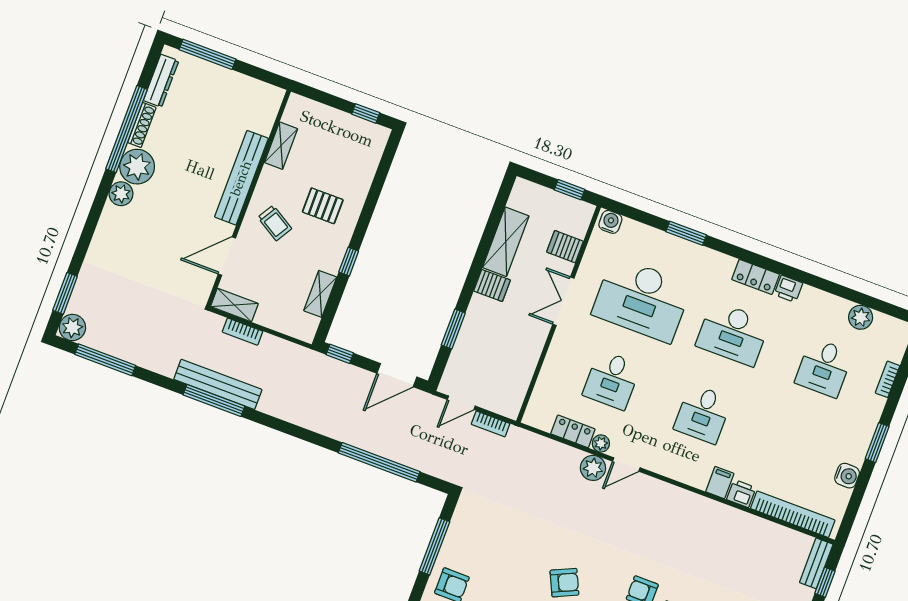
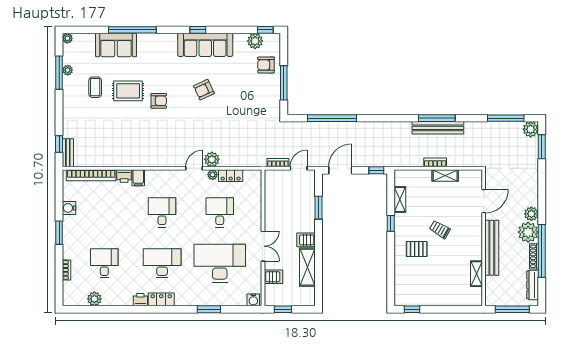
shelving: (281, 146) -> (476, 274), moved
bench: (241, 178) -> (492, 248), moved
wall: (249, 198) -> (484, 238), moved
door: (227, 256) -> (484, 201), moved

